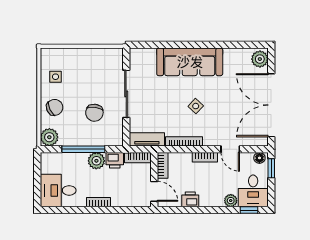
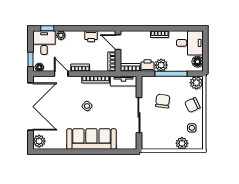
plant: (69, 56) -> (182, 143), added
floor lamp: (48, 165) -> (198, 62), added

